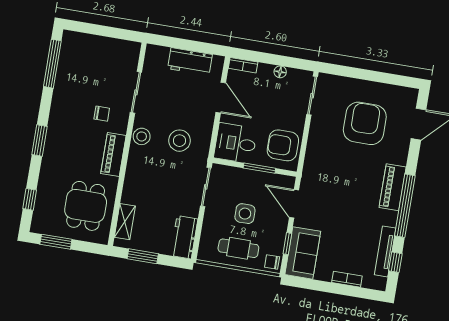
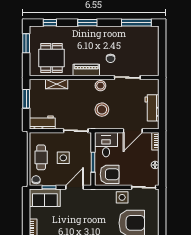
side table: (322, 132) -> (122, 197), added
armchair: (283, 145) -> (110, 174), turned 90
dining table: (86, 206) -> (51, 58), turned 90
shelving: (125, 222) -> (57, 84), moved

